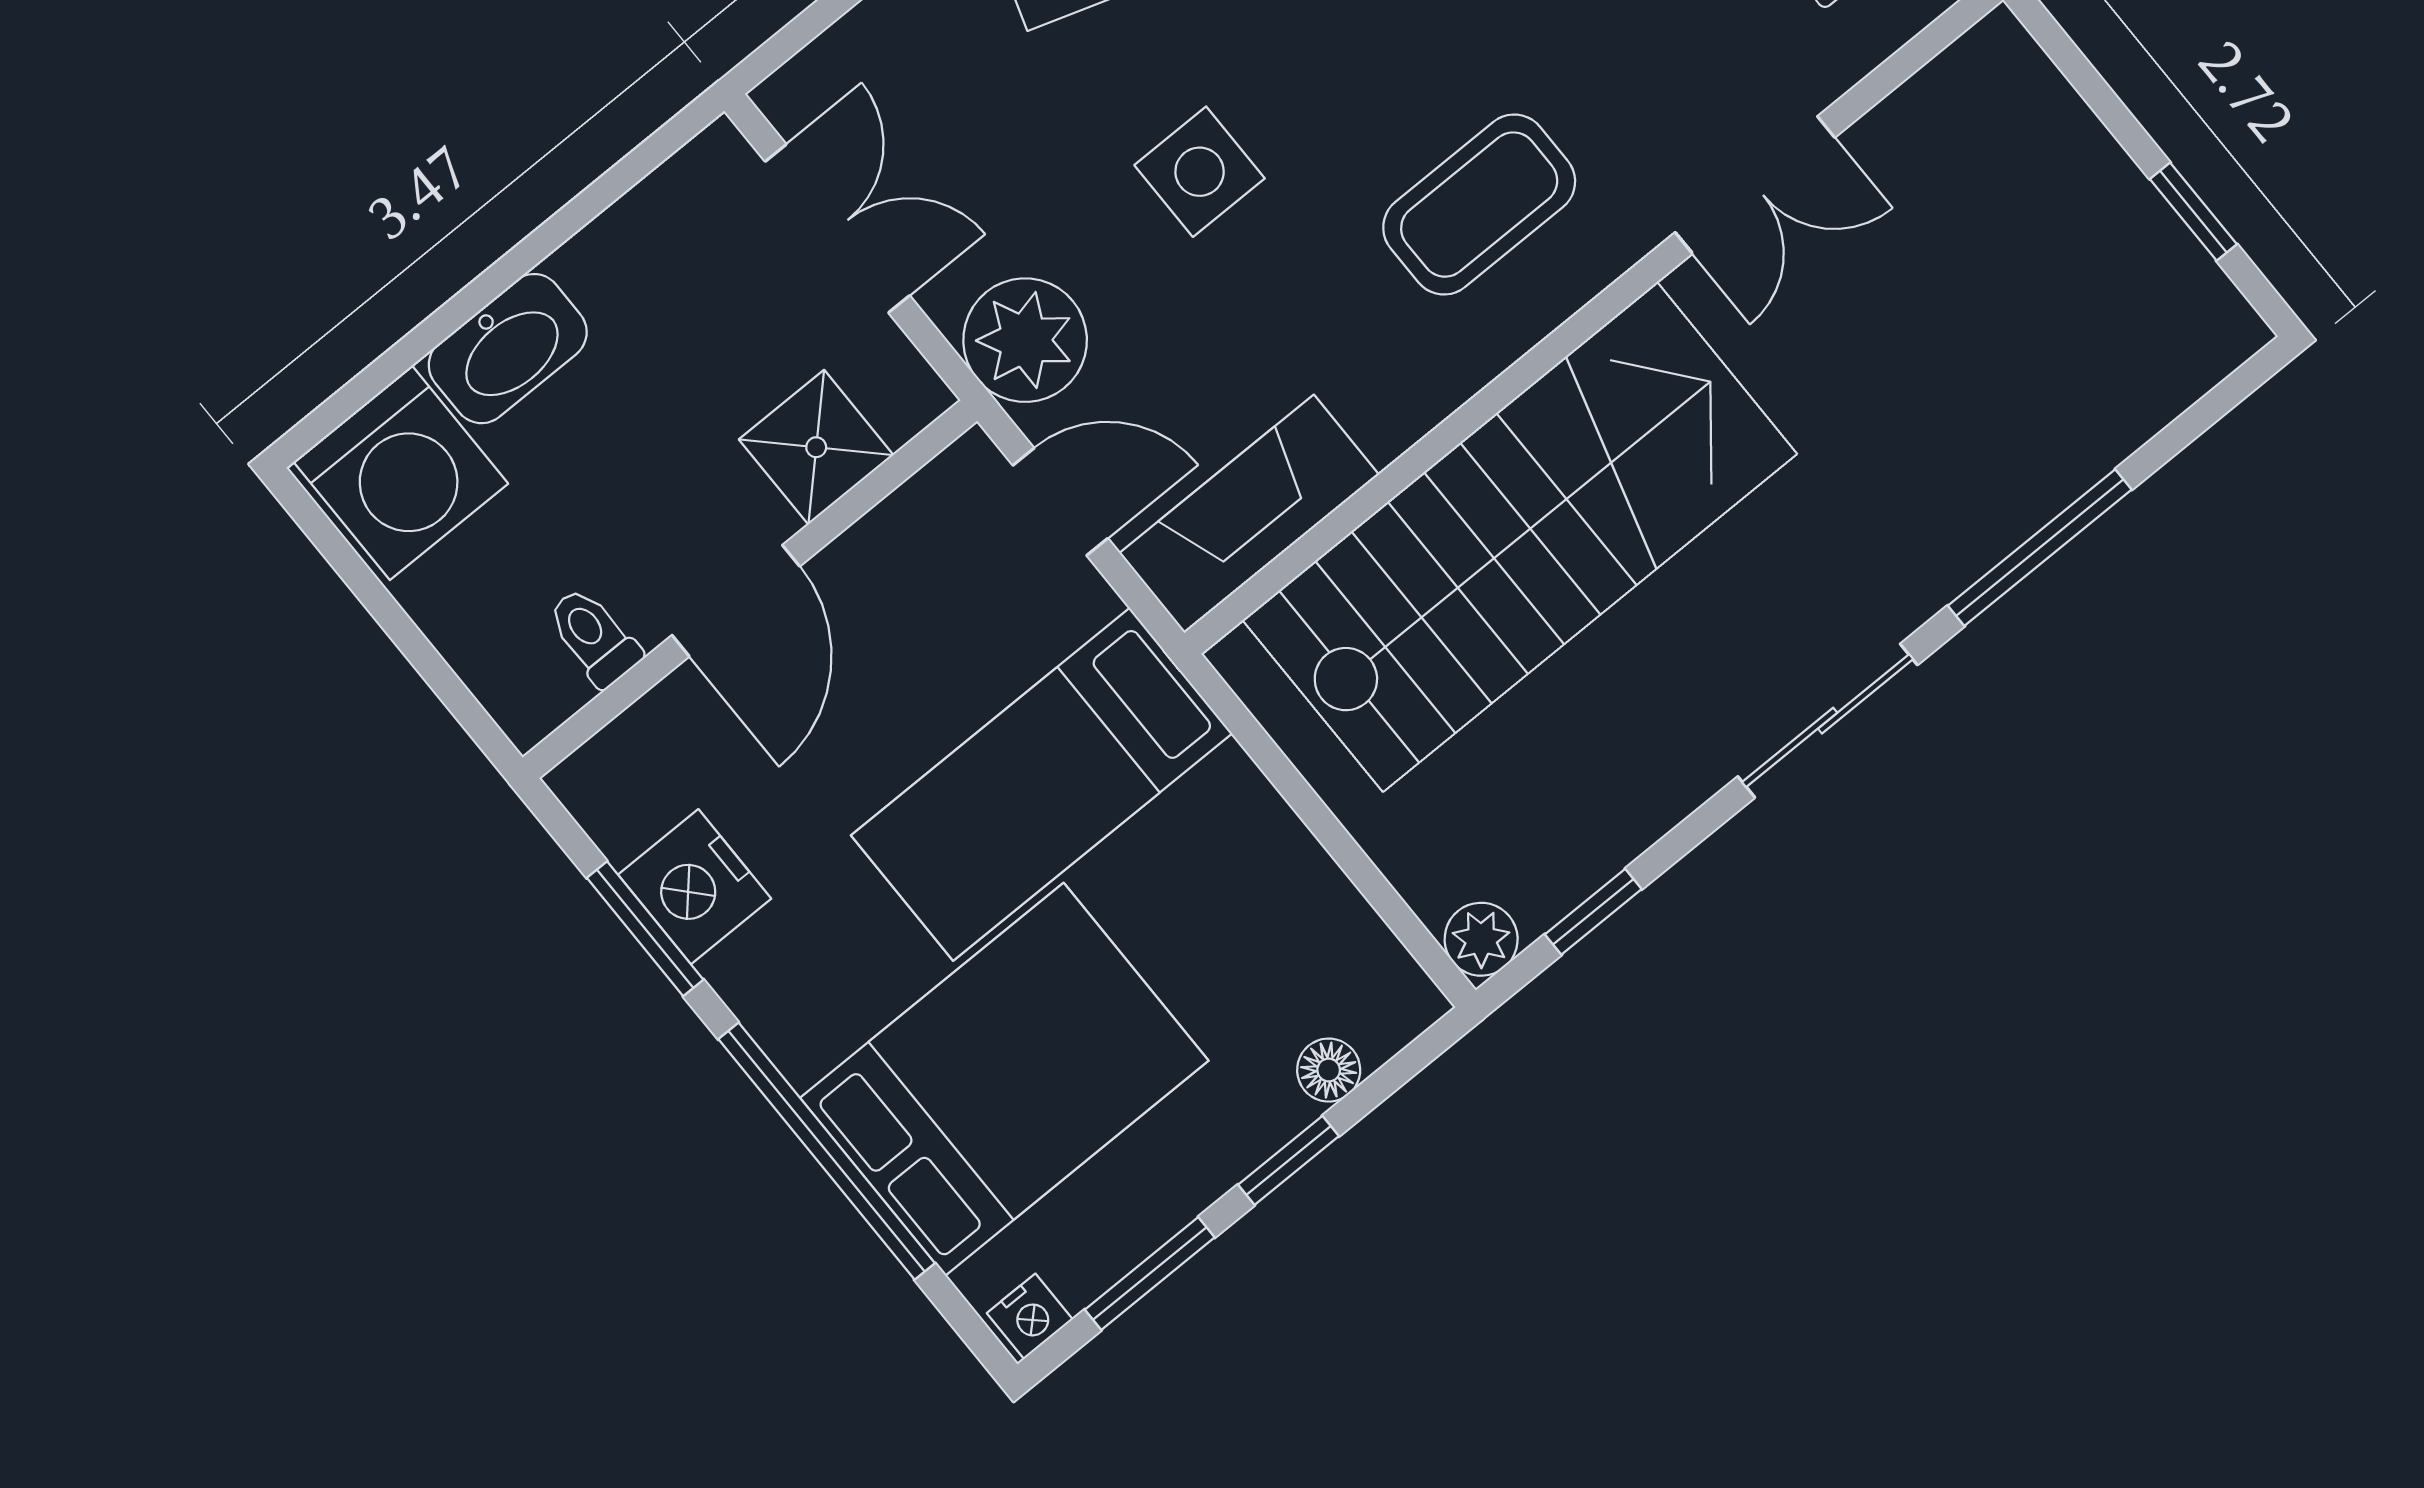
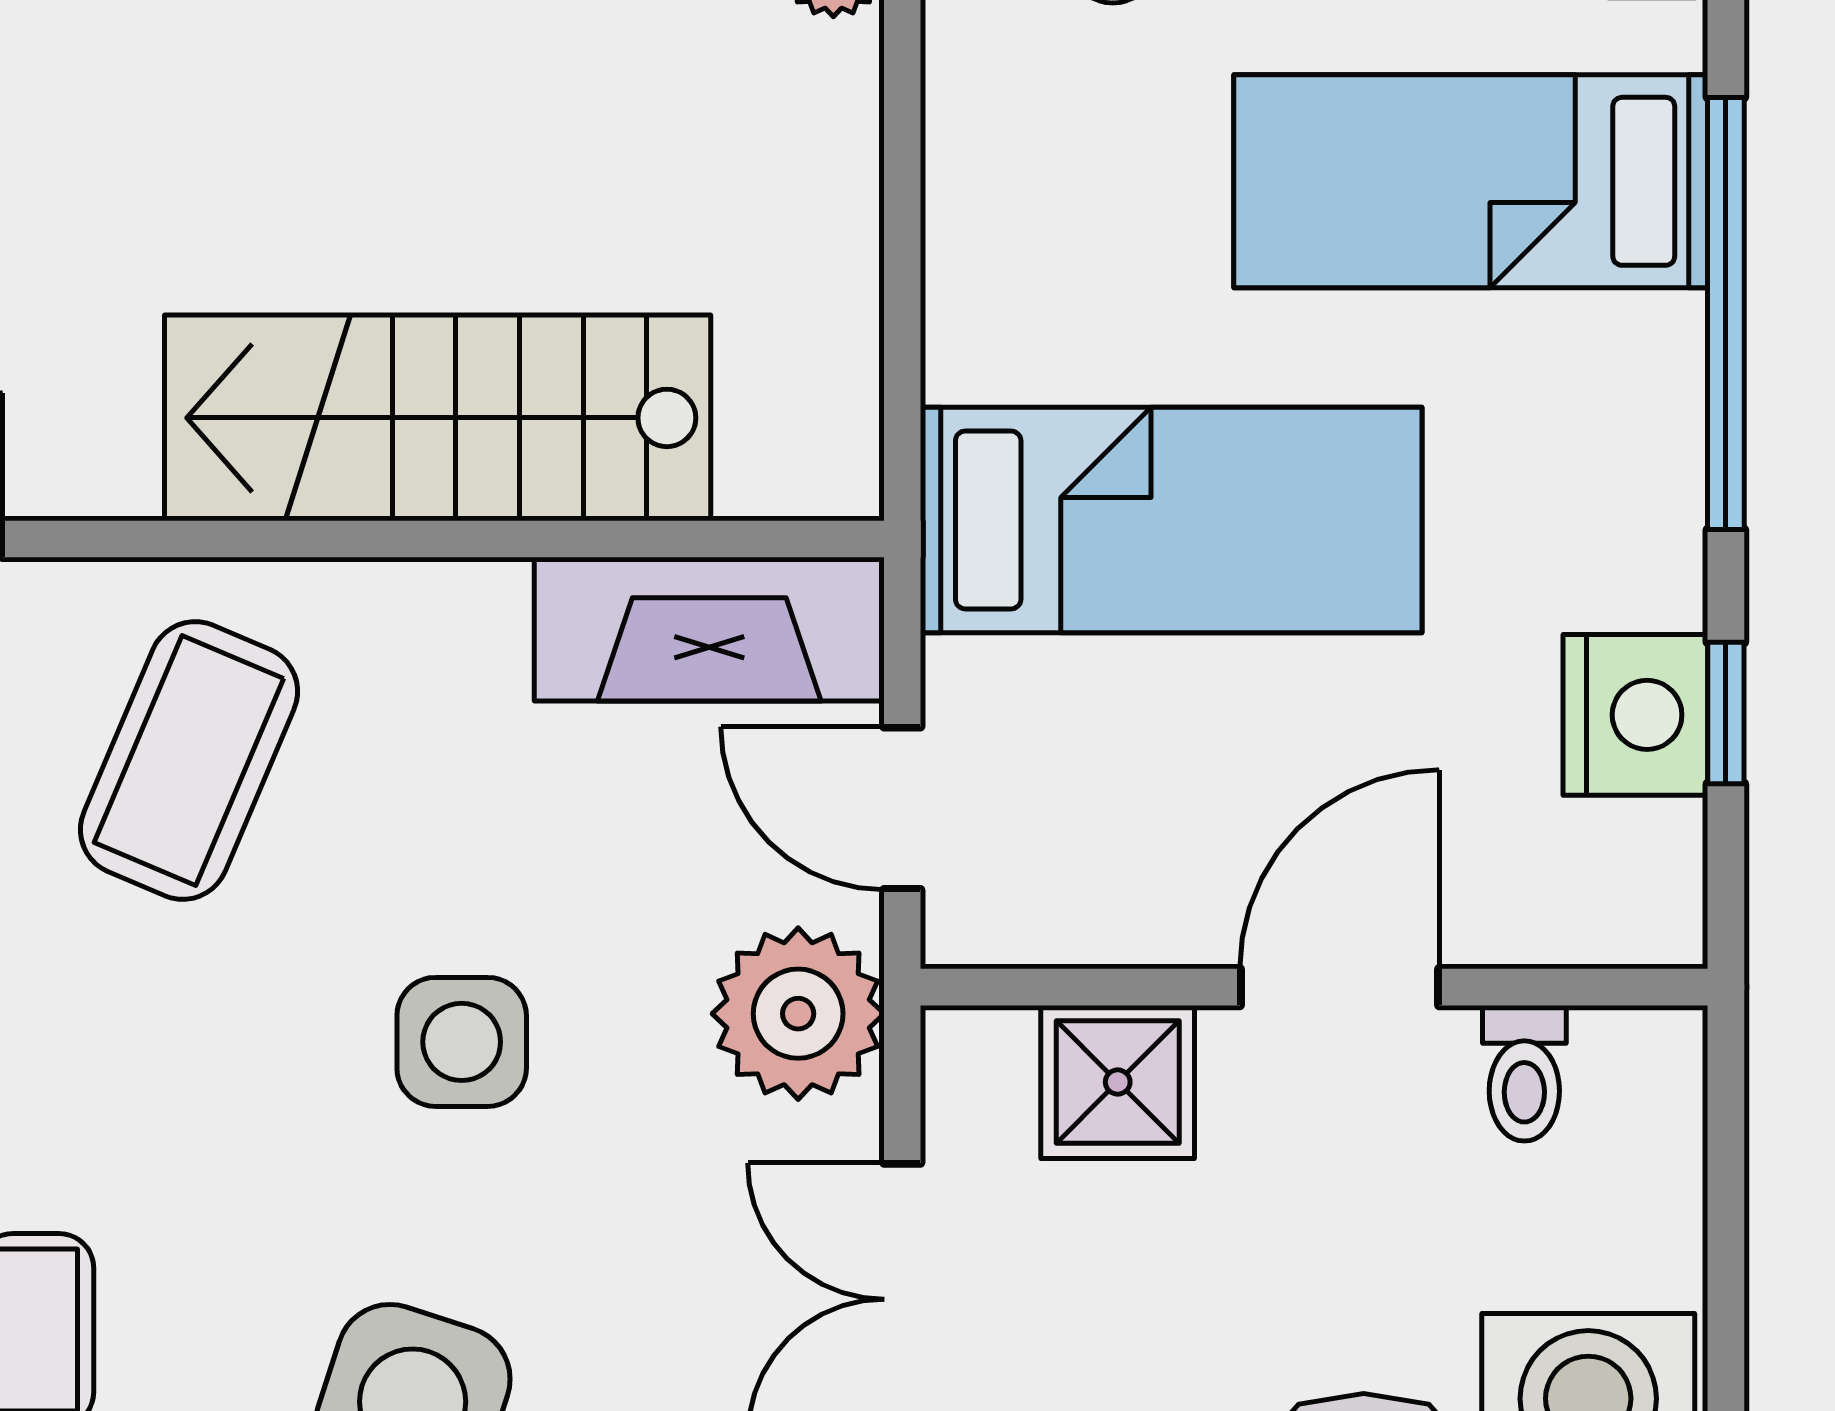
coffee table: (1479, 205) -> (189, 761), turned -67
stairs: (1520, 537) -> (438, 418), width x0.73, depth x0.66
window: (645, 929) -> (1726, 713), width x0.67
bed: (1004, 1079) -> (1471, 181), width x0.67

